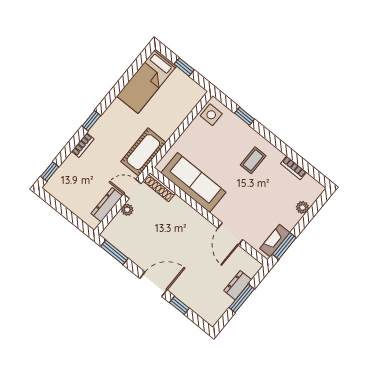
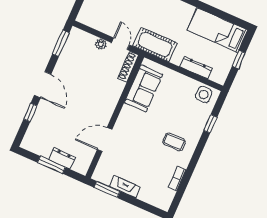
sofa: (193, 183) -> (144, 88), width x0.73
dresser: (107, 205) -> (196, 67), moved
plant: (302, 207) -> (145, 196), removed
fireplace: (275, 241) -> (125, 187), moved

